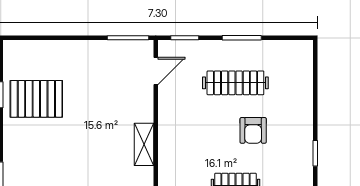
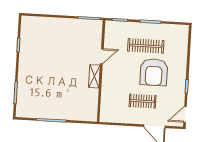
door: (156, 71) -> (102, 56), moved
pallet: (36, 99) -> (38, 48), removed
armchair: (253, 130) -> (154, 72), width x1.88, depth x1.88

